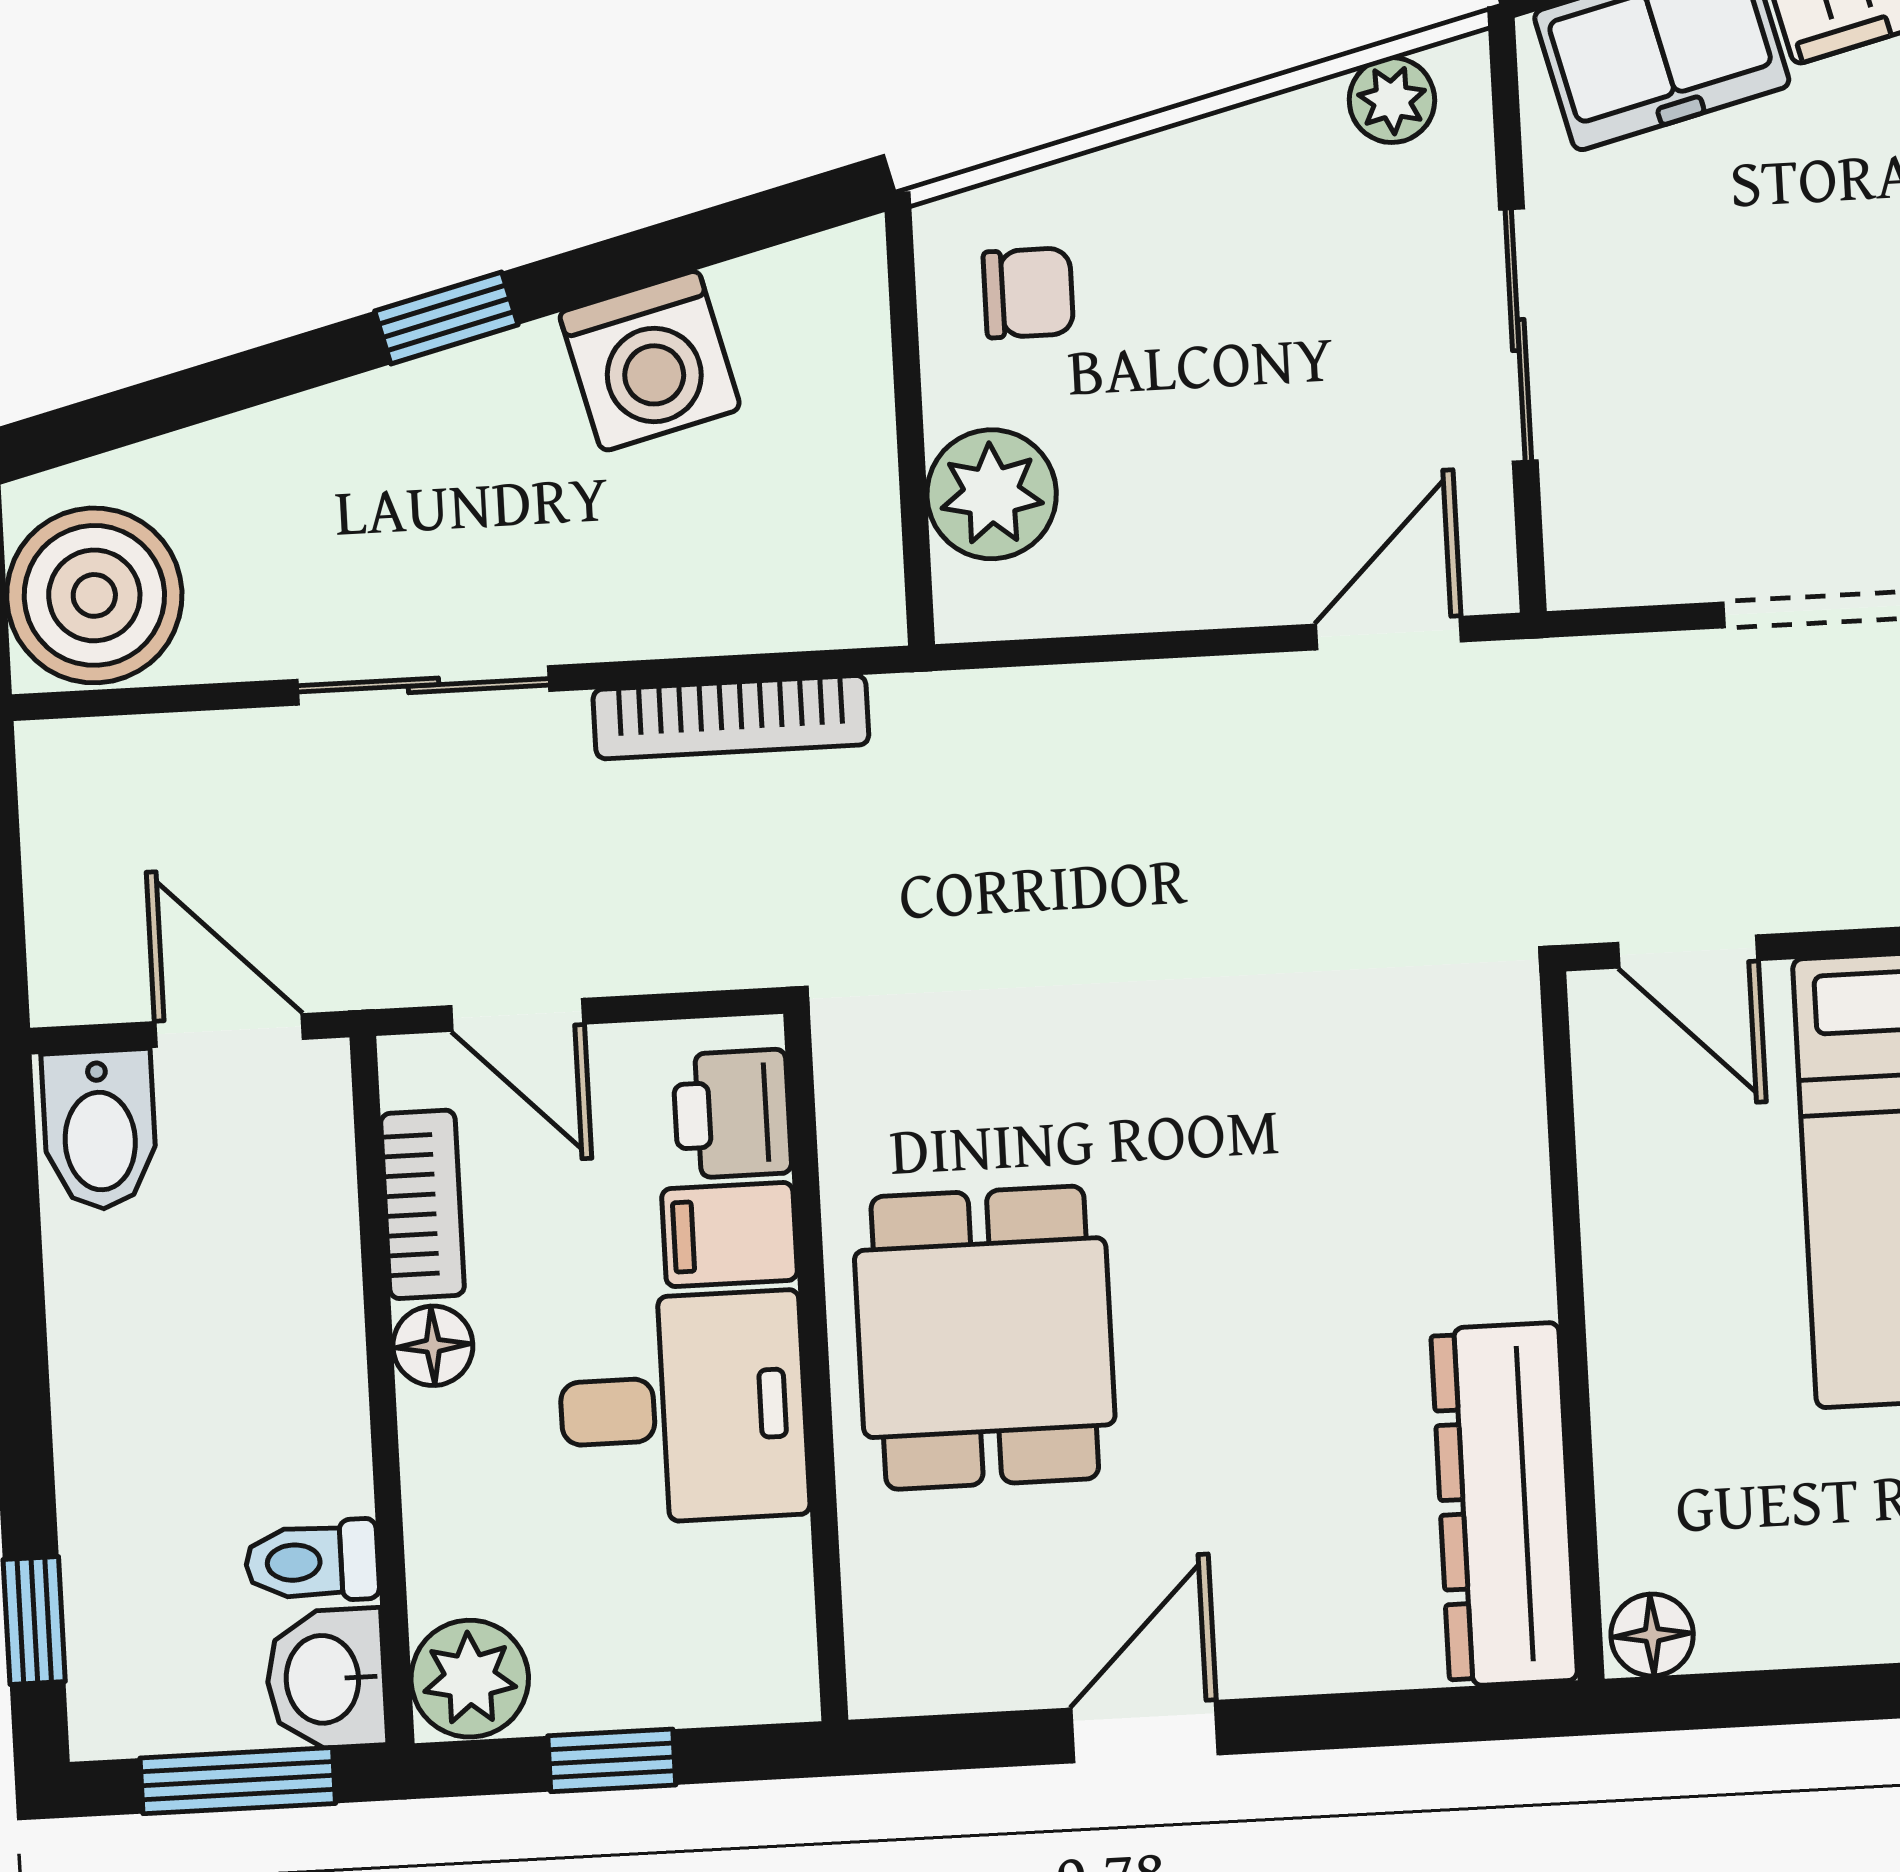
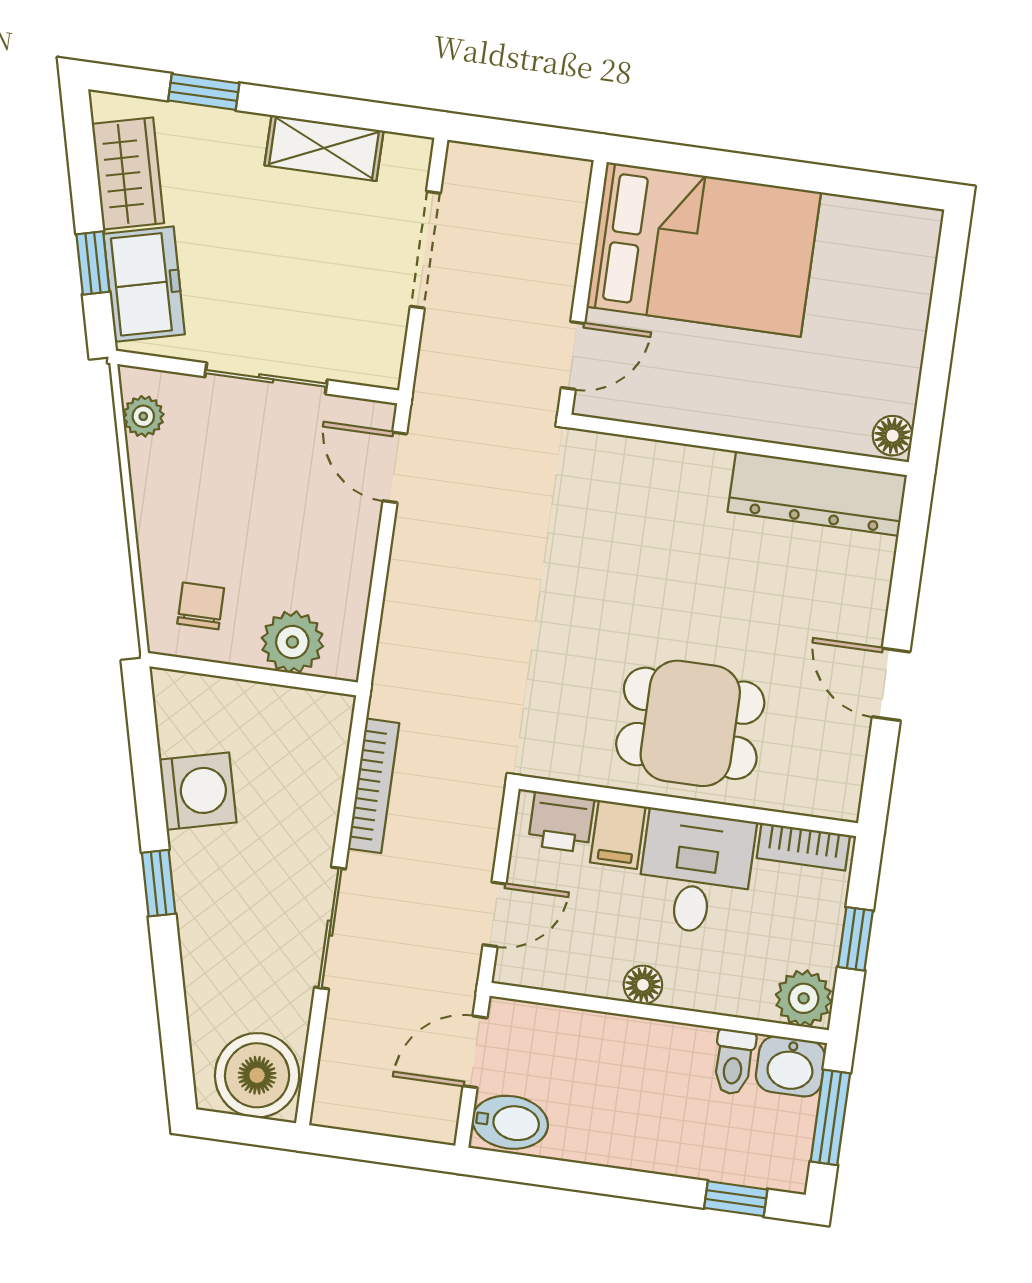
bookcase: (423, 1204) -> (803, 847), moved, turned 180

